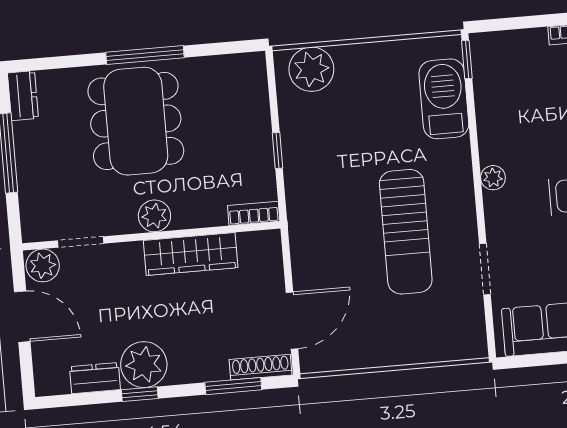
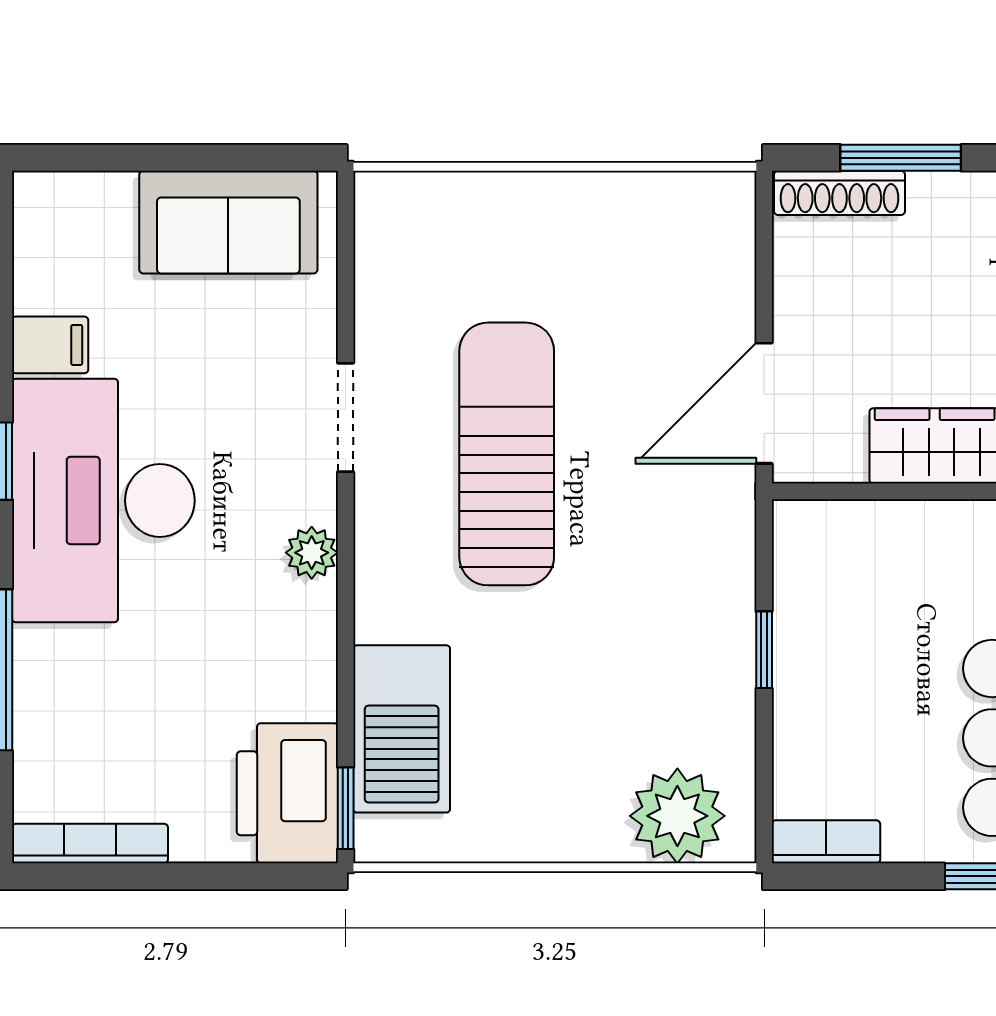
printer: (495, 64) -> (287, 793), added
bookcase: (254, 213) -> (826, 842), moved, turned 180
doorway: (485, 269) -> (346, 417), moved
door: (292, 321) -> (764, 403), moved

